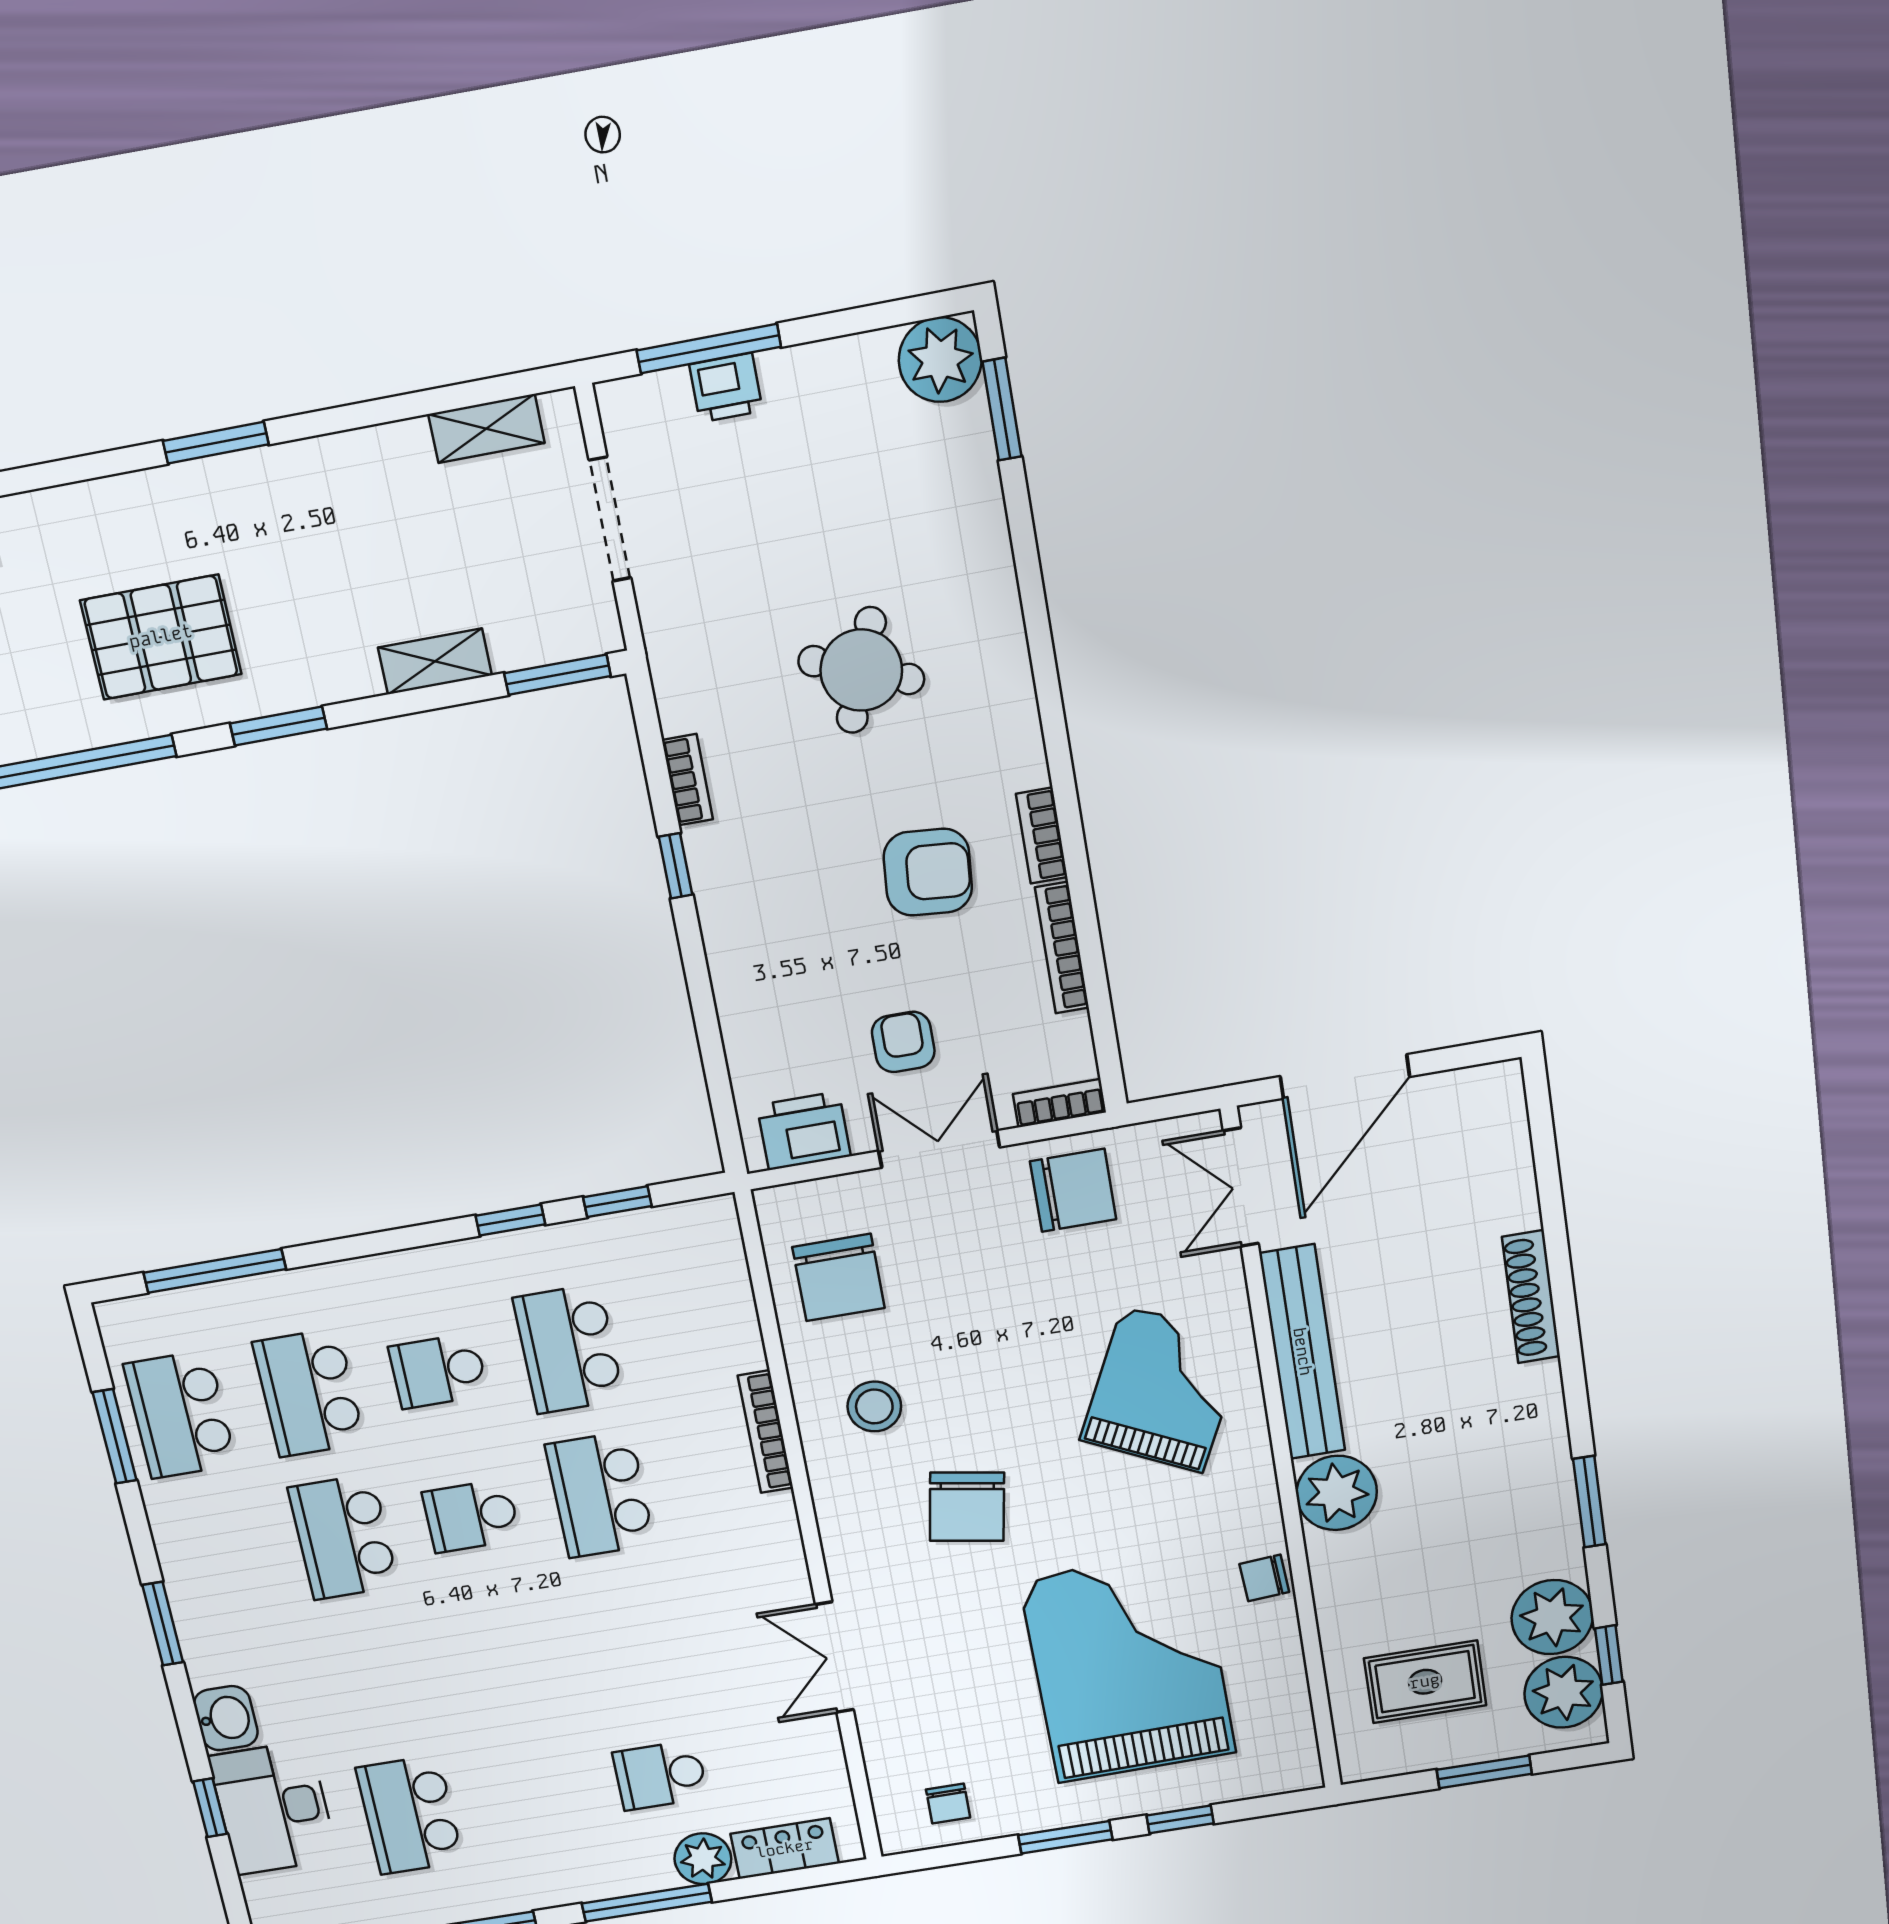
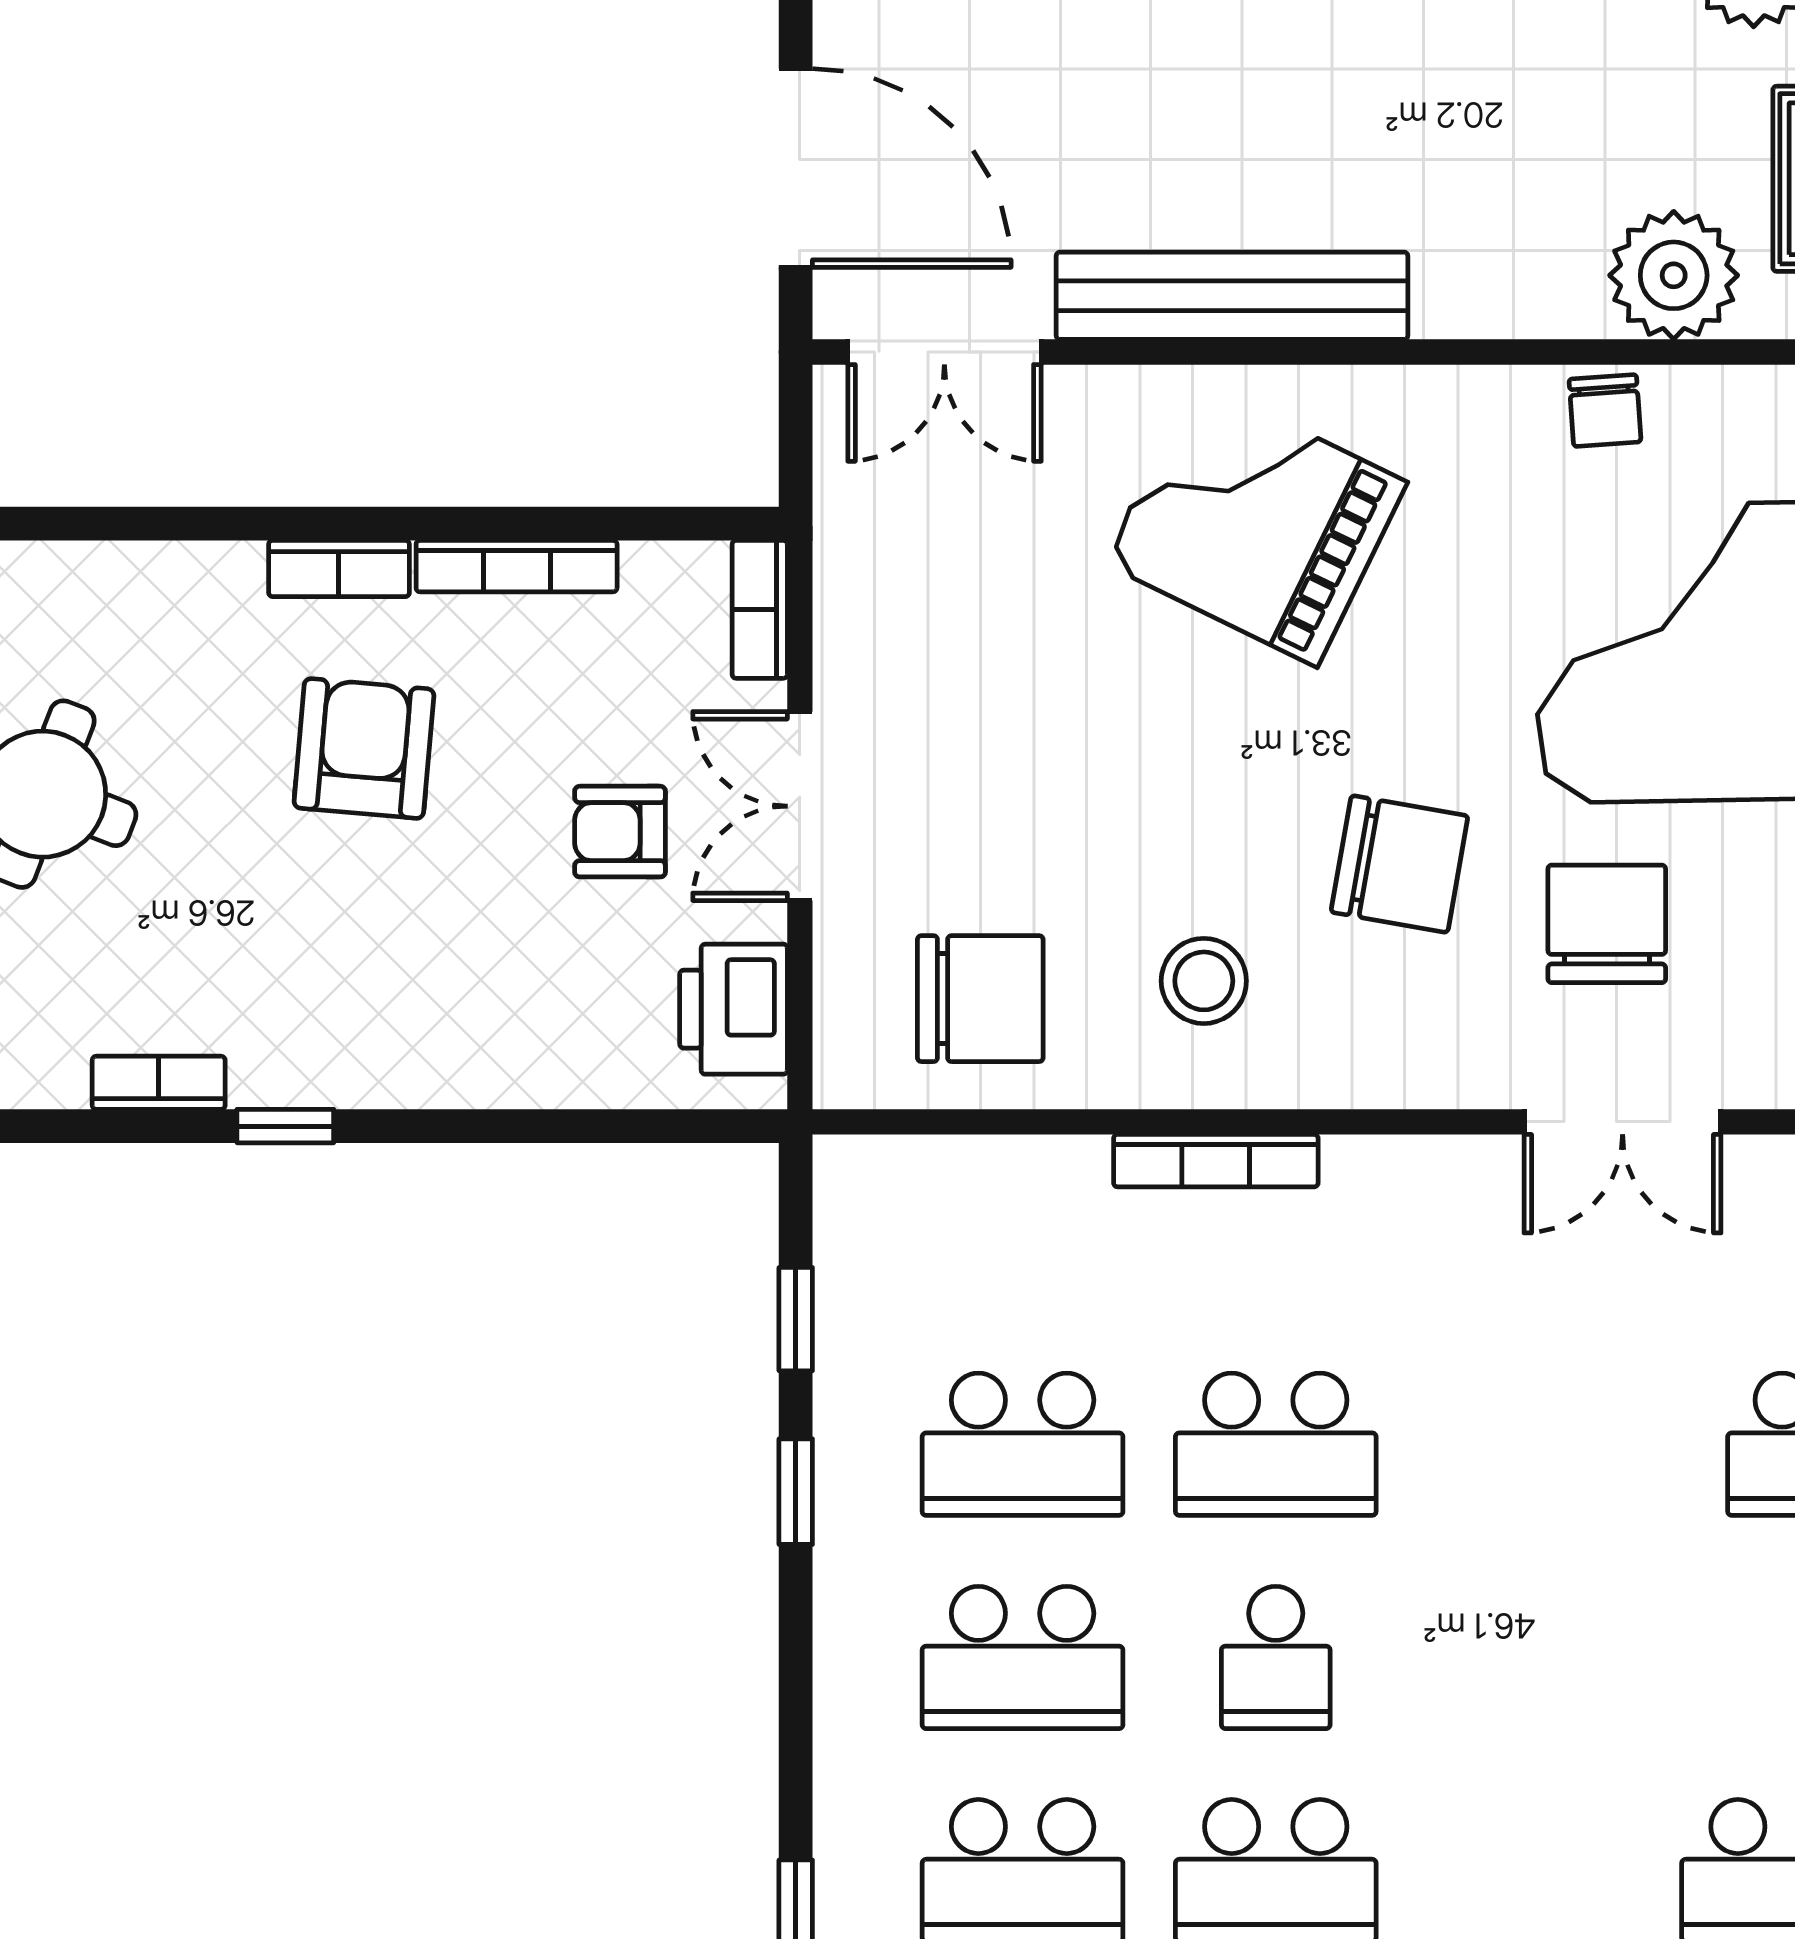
chair: (1073, 1190) -> (1607, 924), moved
school desk: (438, 1371) -> (1023, 1657), width x1.85
plant: (1337, 1493) -> (1674, 275), moved

